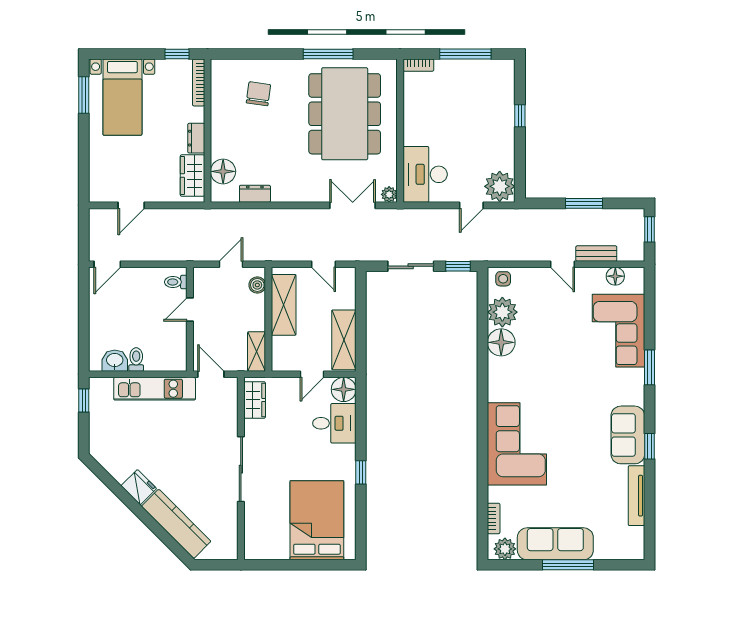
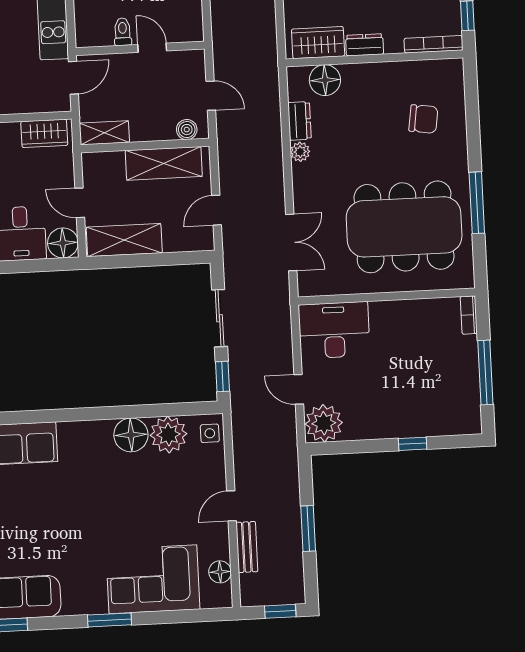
plant: (389, 194) -> (300, 152), moved
toilet: (176, 282) -> (123, 32), moved

